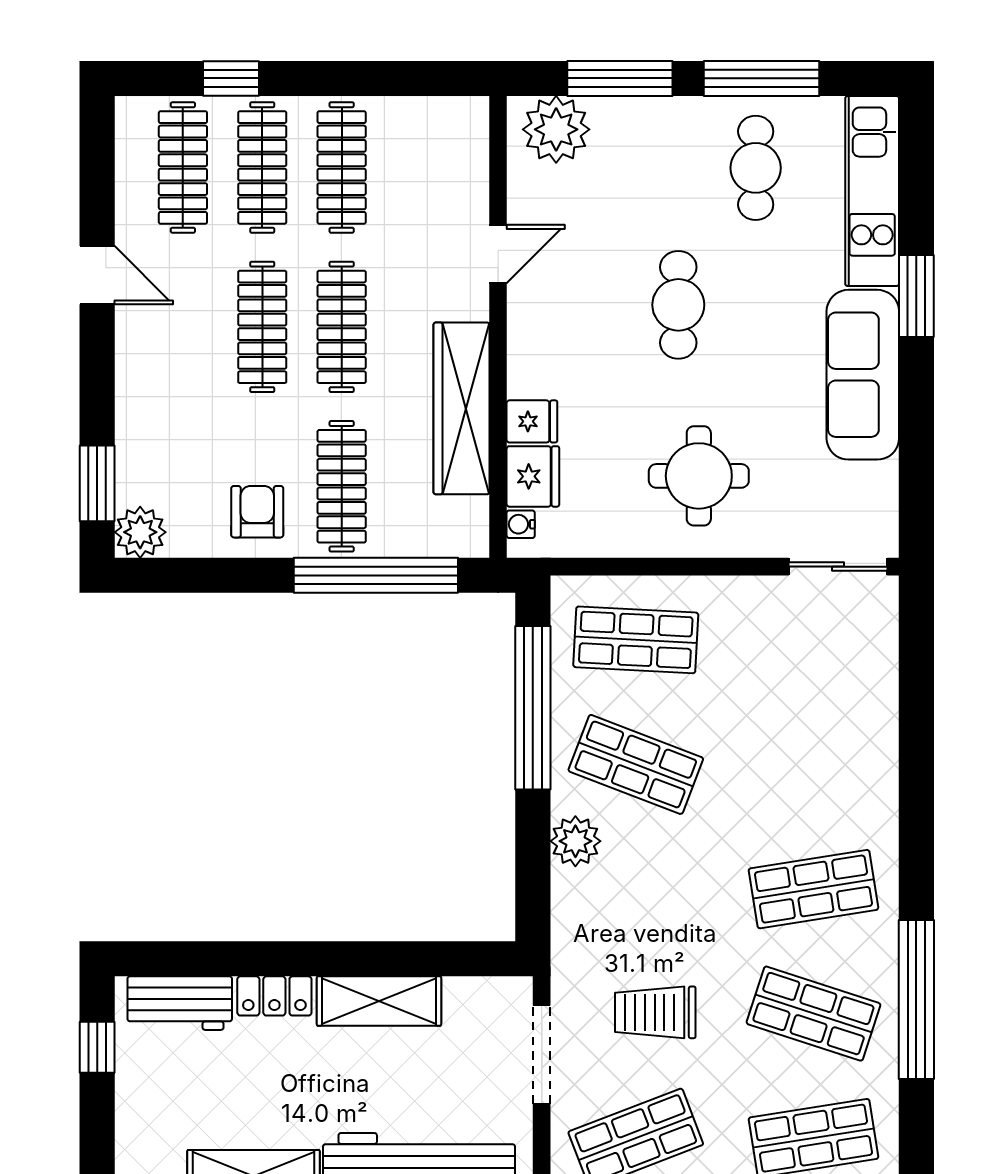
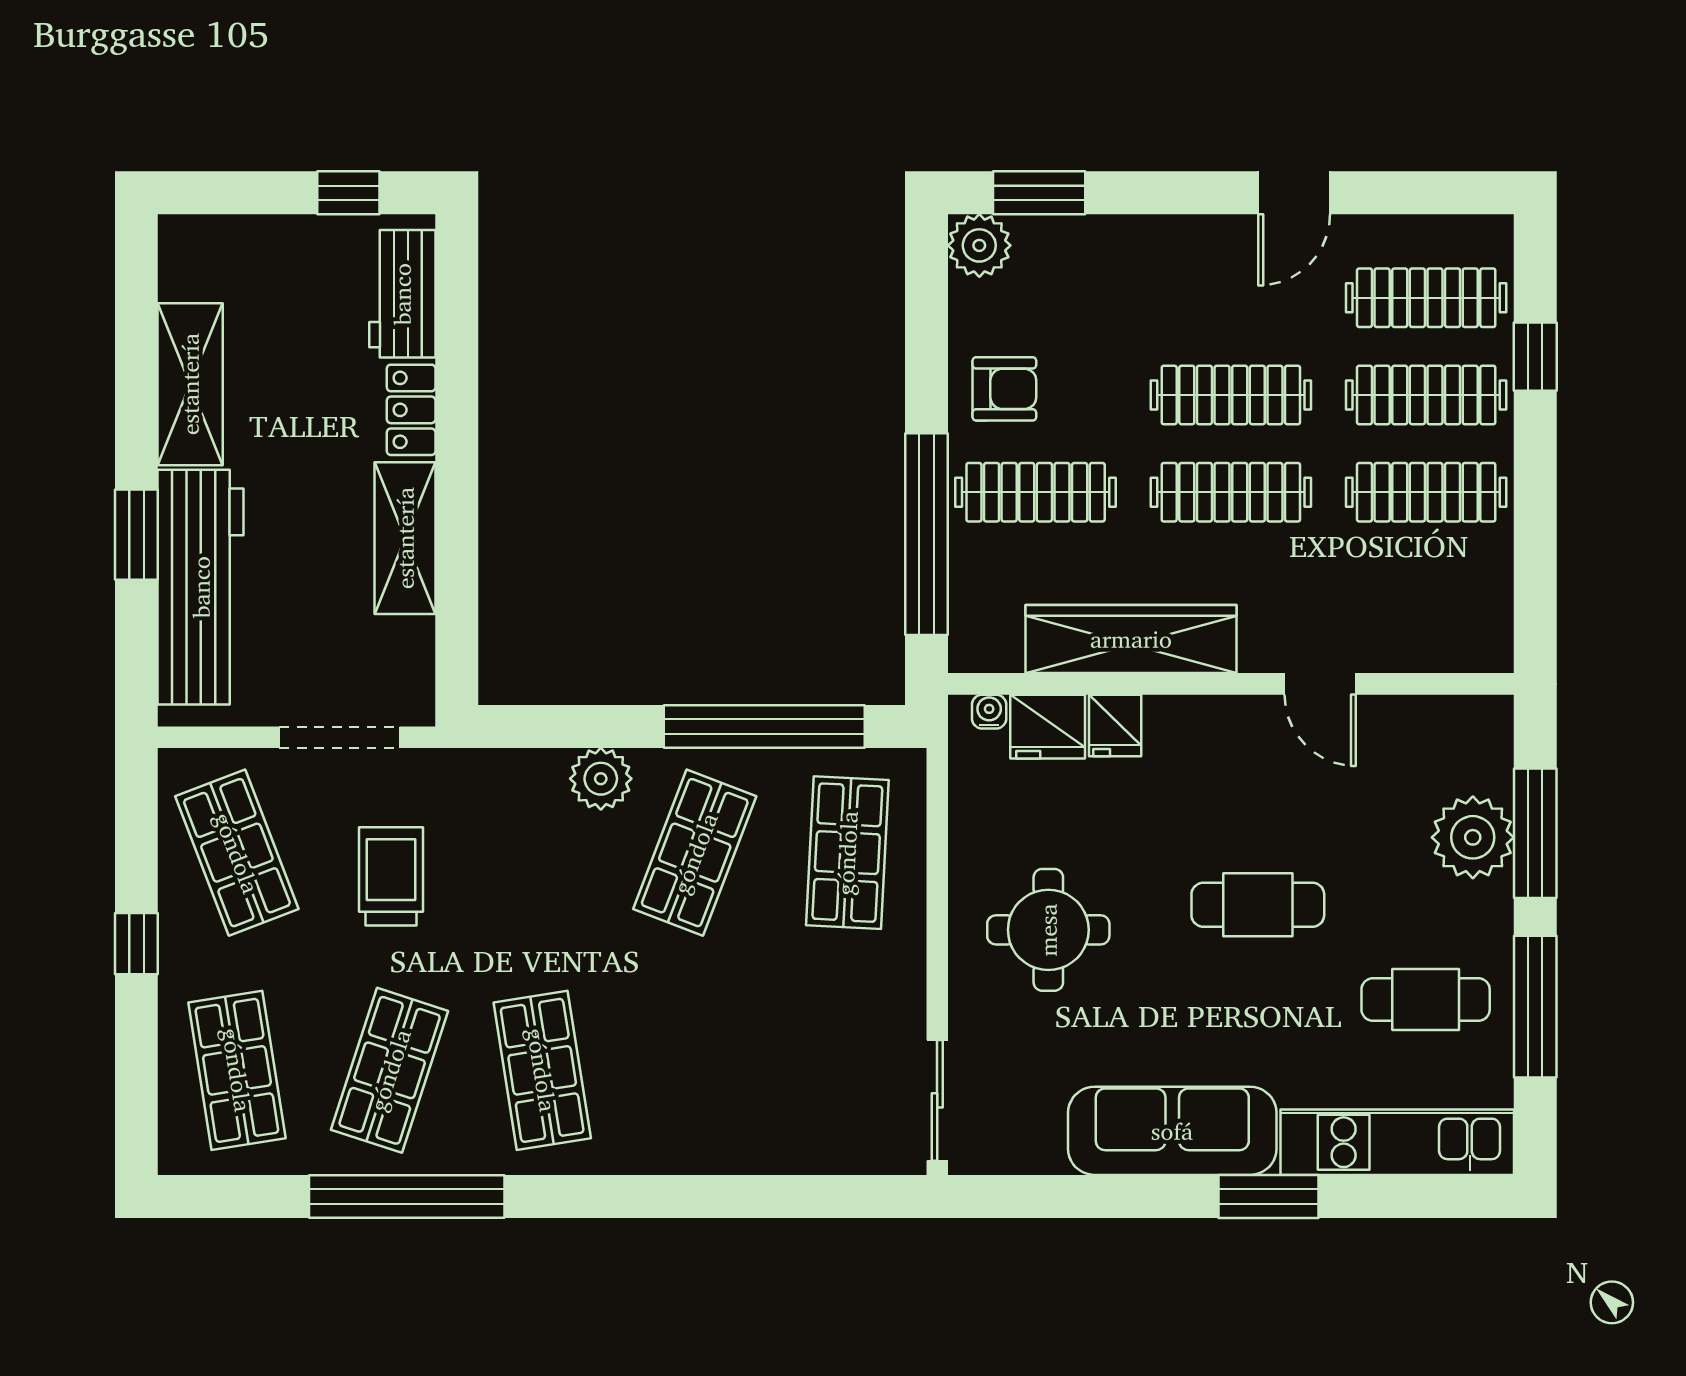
plant: (556, 129) -> (1473, 837), moved

